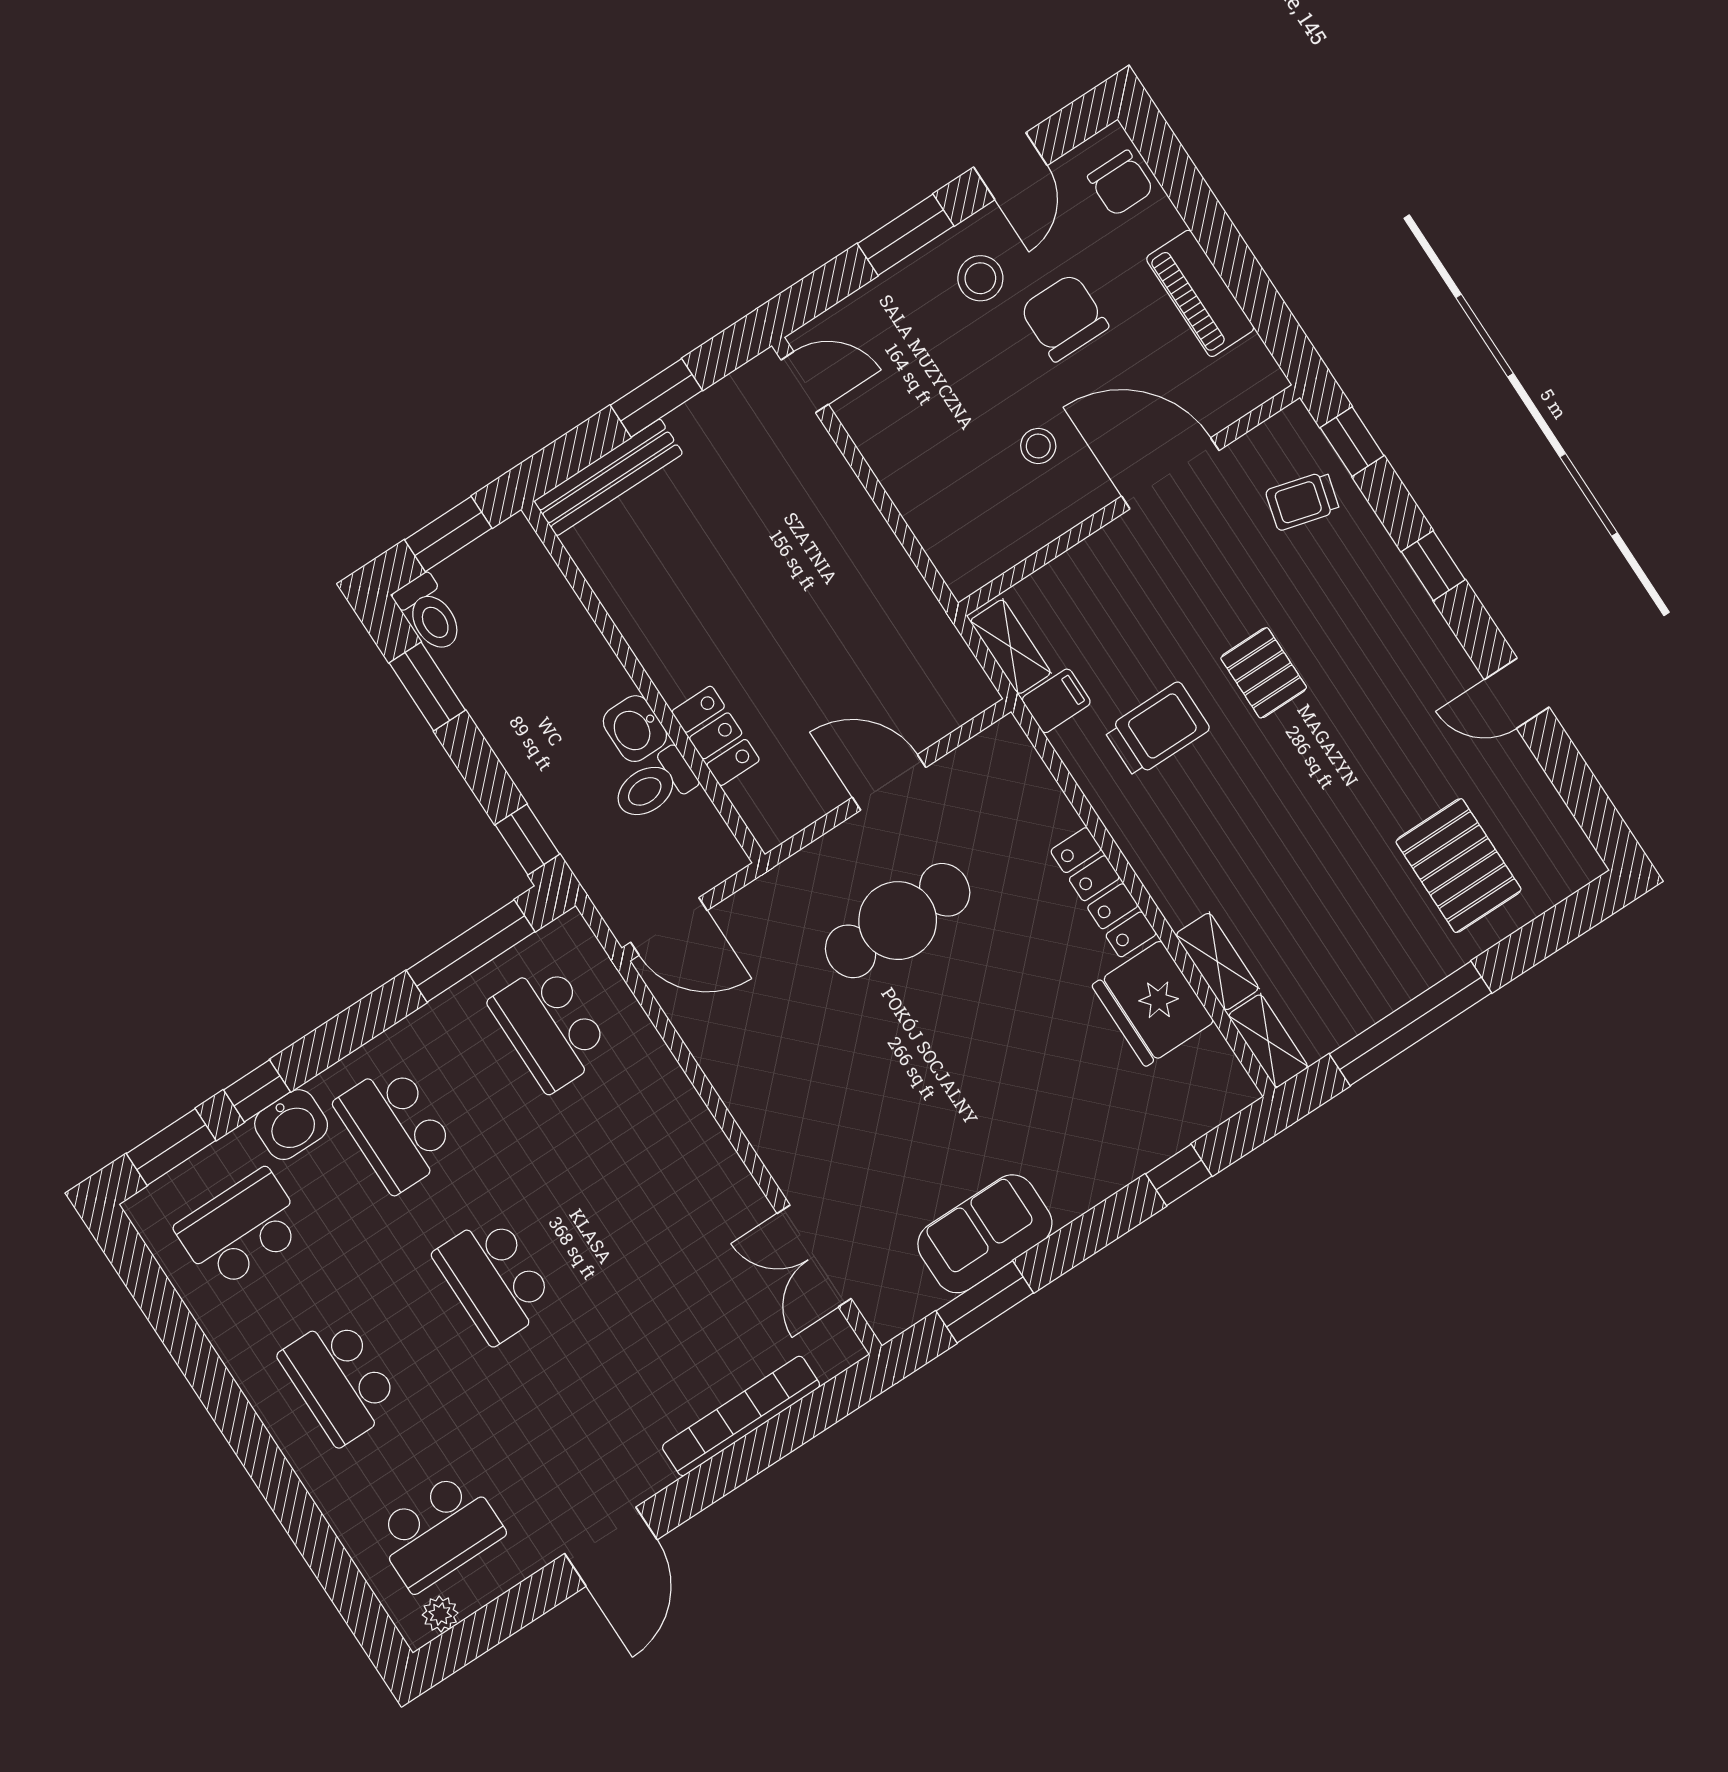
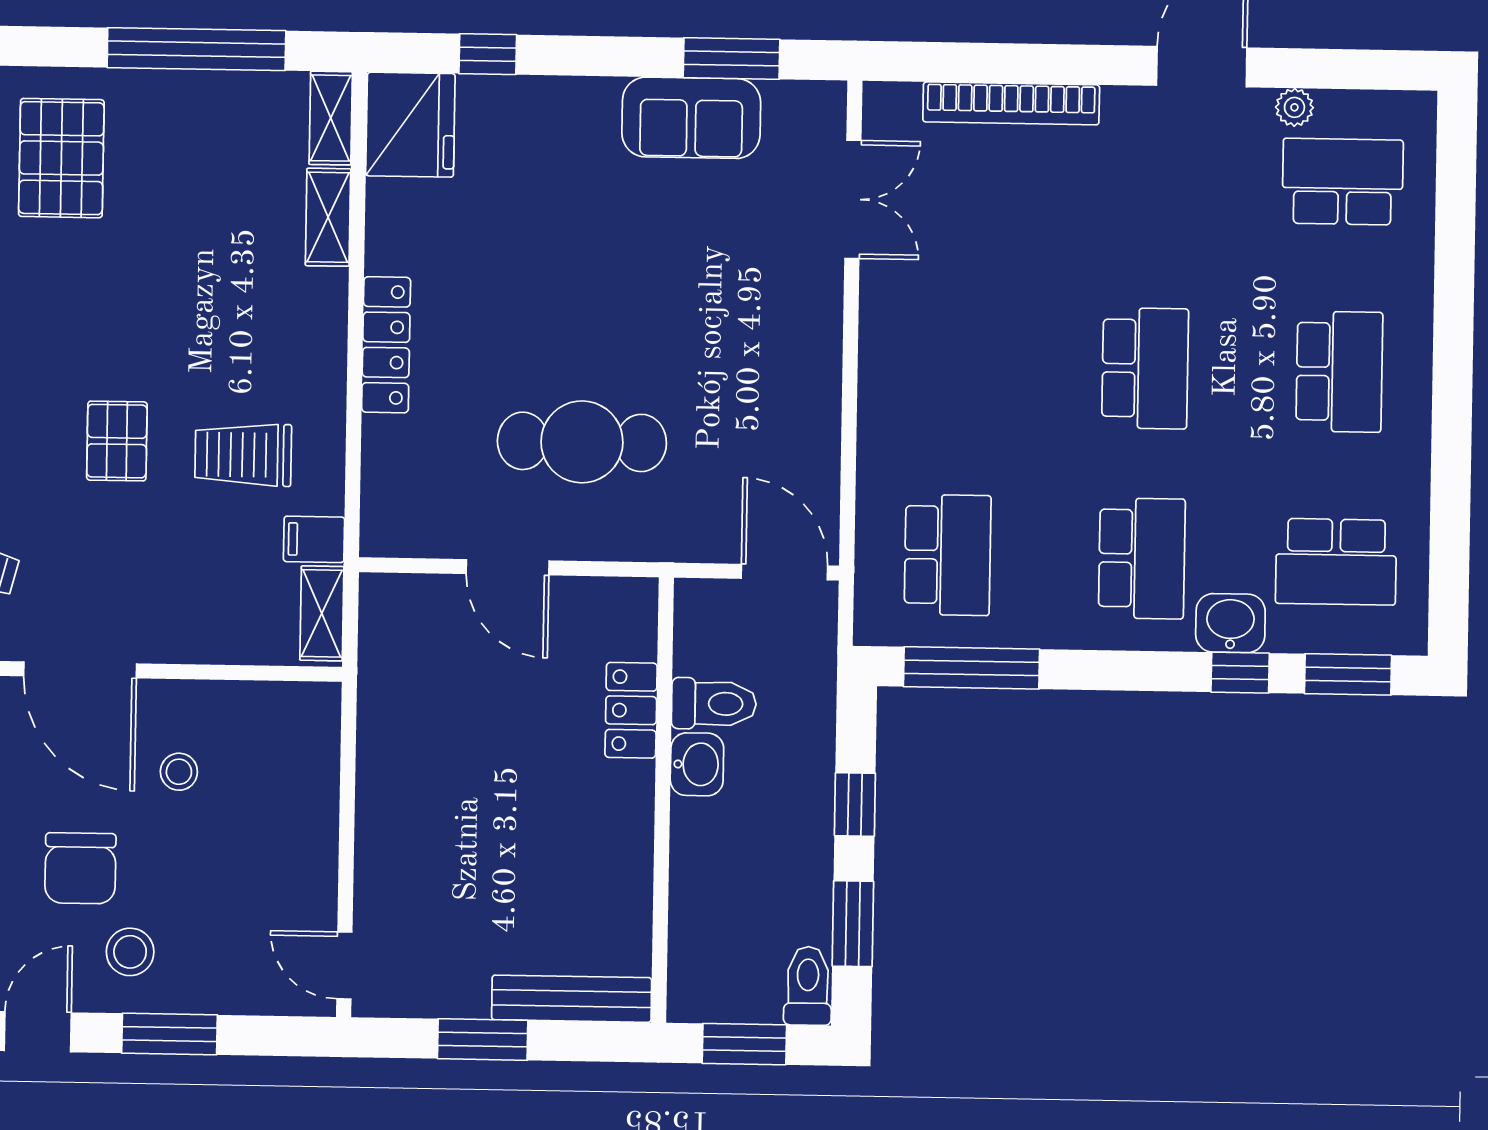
window: (527, 839) -> (855, 804), moved
fridge: (1153, 1003) -> (410, 125), moved
plant: (440, 1614) -> (1294, 107), moved

